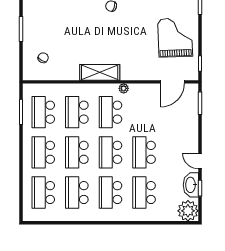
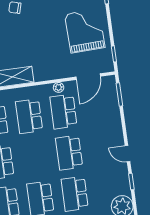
plant: (124, 88) -> (59, 87), moved
school desk: (110, 152) -> (63, 112), moved
washbasin: (191, 185) -> (122, 179), removed

